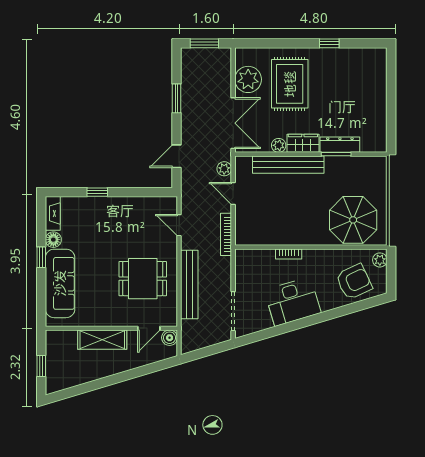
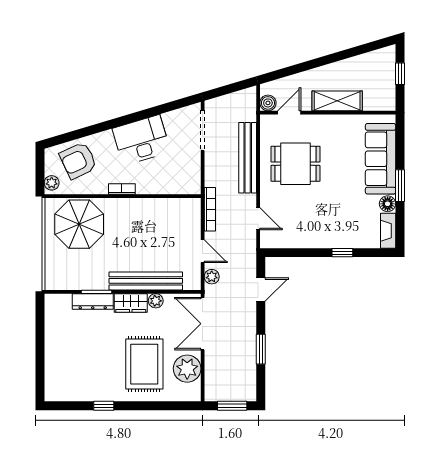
bookcase: (289, 254) -> (122, 189), moved
window: (41, 257) -> (400, 186), width x1.50

